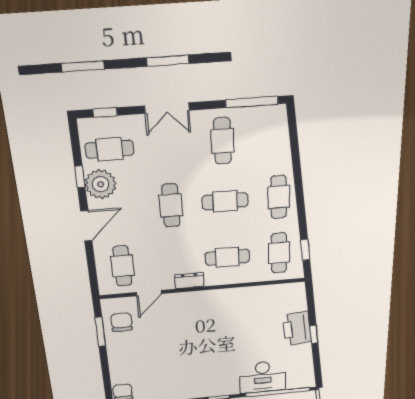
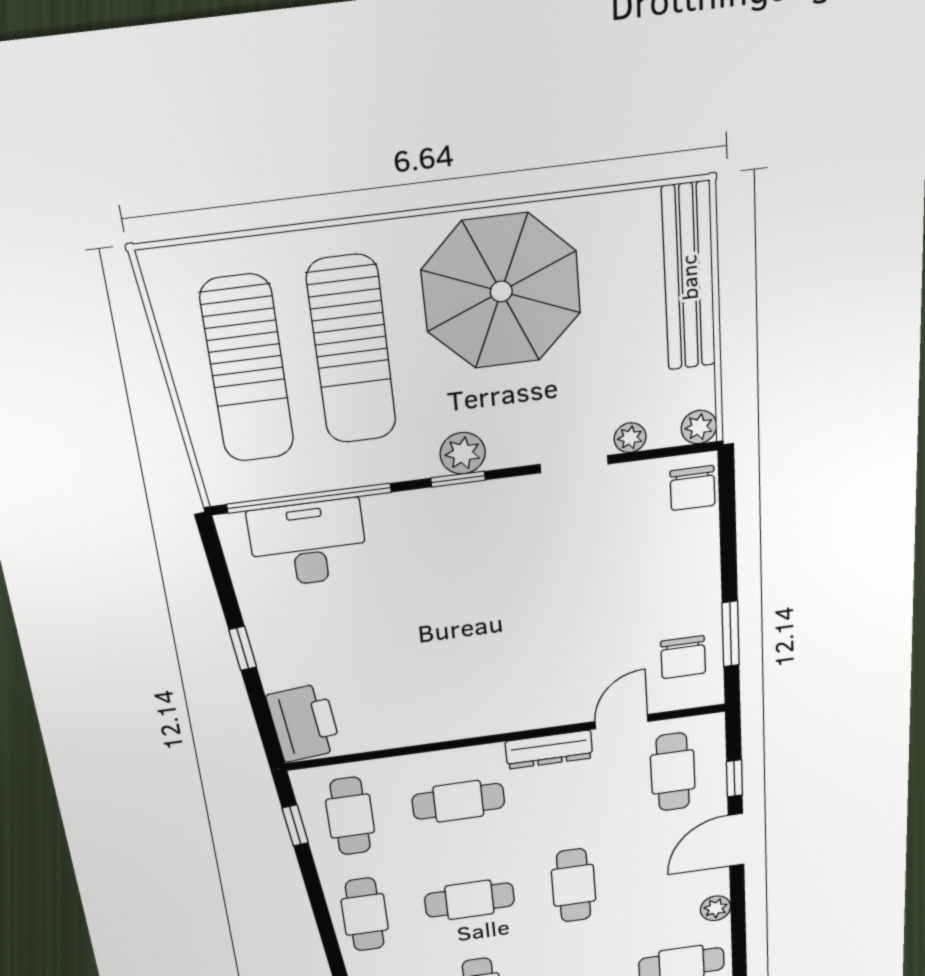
window: (80, 177) -> (734, 778), moved
plant: (101, 184) -> (715, 908), width x0.53, depth x0.53
dresser: (189, 281) -> (549, 750), width x1.44
printer: (297, 328) -> (304, 723), moved
desk: (263, 377) -> (308, 543), moved

